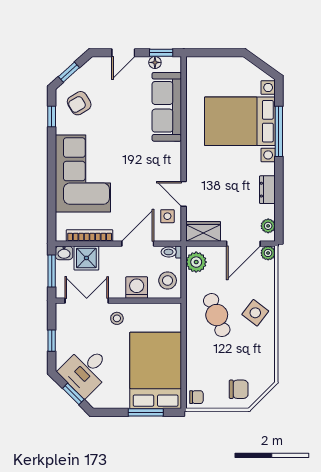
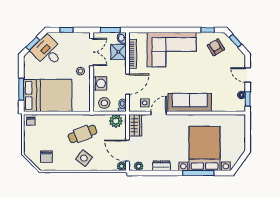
sofa: (167, 107) -> (190, 102), moved
door: (138, 244) -> (128, 84), hinge flipped
chair: (239, 389) -> (46, 157), moved

